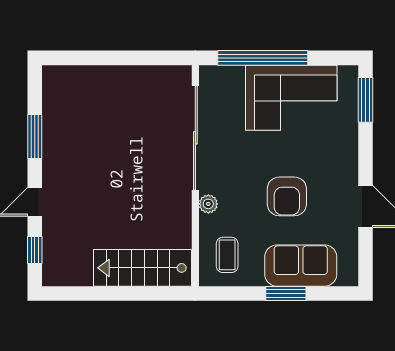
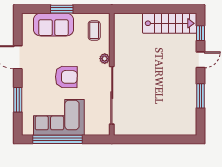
window: (263, 58) -> (57, 139), moved
window: (366, 100) -> (18, 100), moved
armchair: (287, 196) -> (66, 77), moved, turned 91
stairs: (142, 268) -> (170, 23), moved

